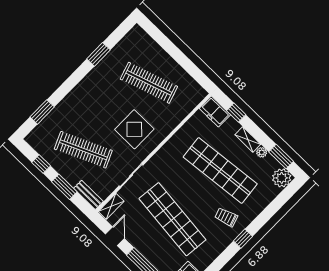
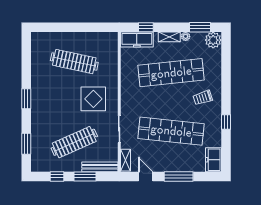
window: (98, 54) -> (26, 99), moved
clothes rail: (149, 83) -> (74, 62), turned 30
freezer: (215, 112) -> (137, 39), width x1.40
bench: (88, 195) -> (100, 167), width x1.36
window: (243, 239) -> (226, 122), moved

